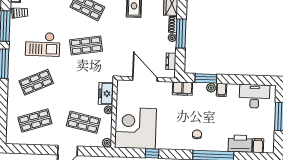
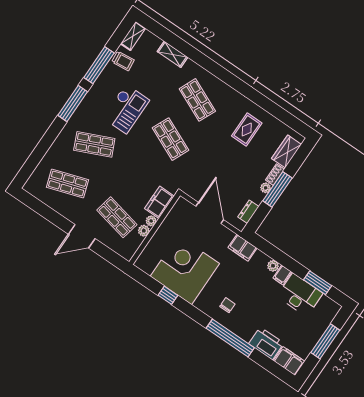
checkout: (43, 44) -> (126, 109), turned -90
shop shelf: (86, 45) -> (171, 139), turned 33
window: (206, 78) -> (318, 283), moved
desk: (254, 96) -> (300, 295), moved
corner desk: (136, 128) -> (185, 270), moved
plant: (107, 143) -> (144, 231), moved
filing cabinet: (258, 146) -> (289, 361), width x2.00

